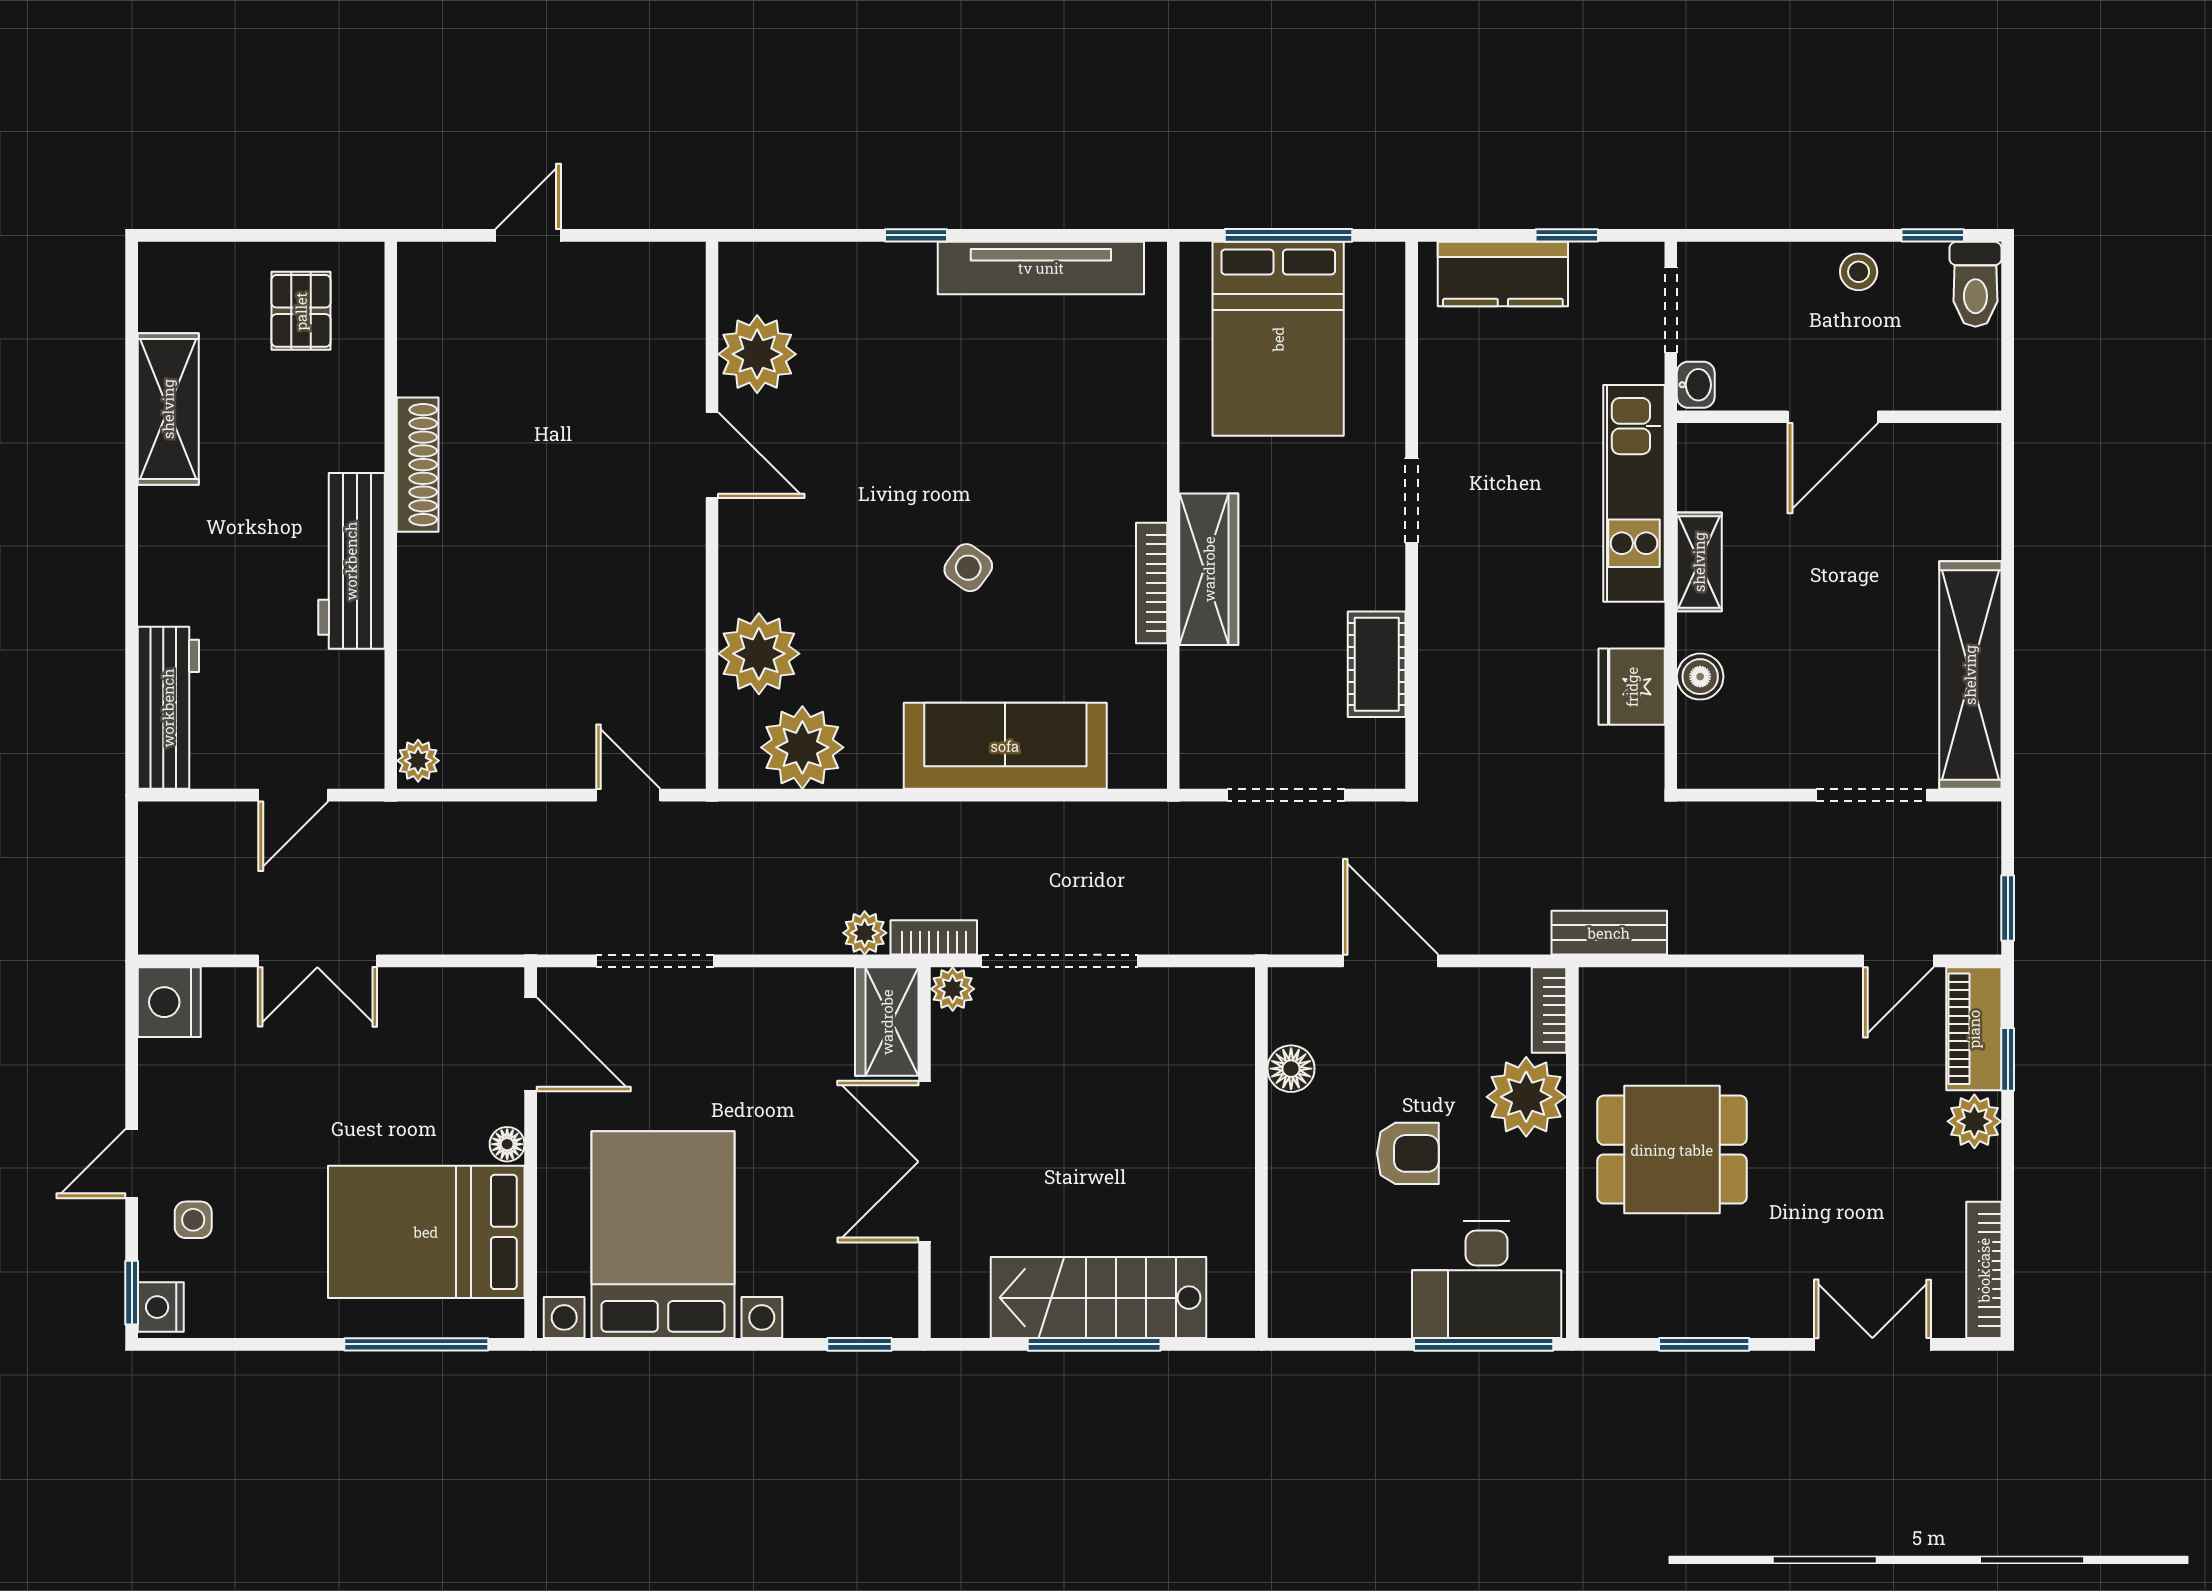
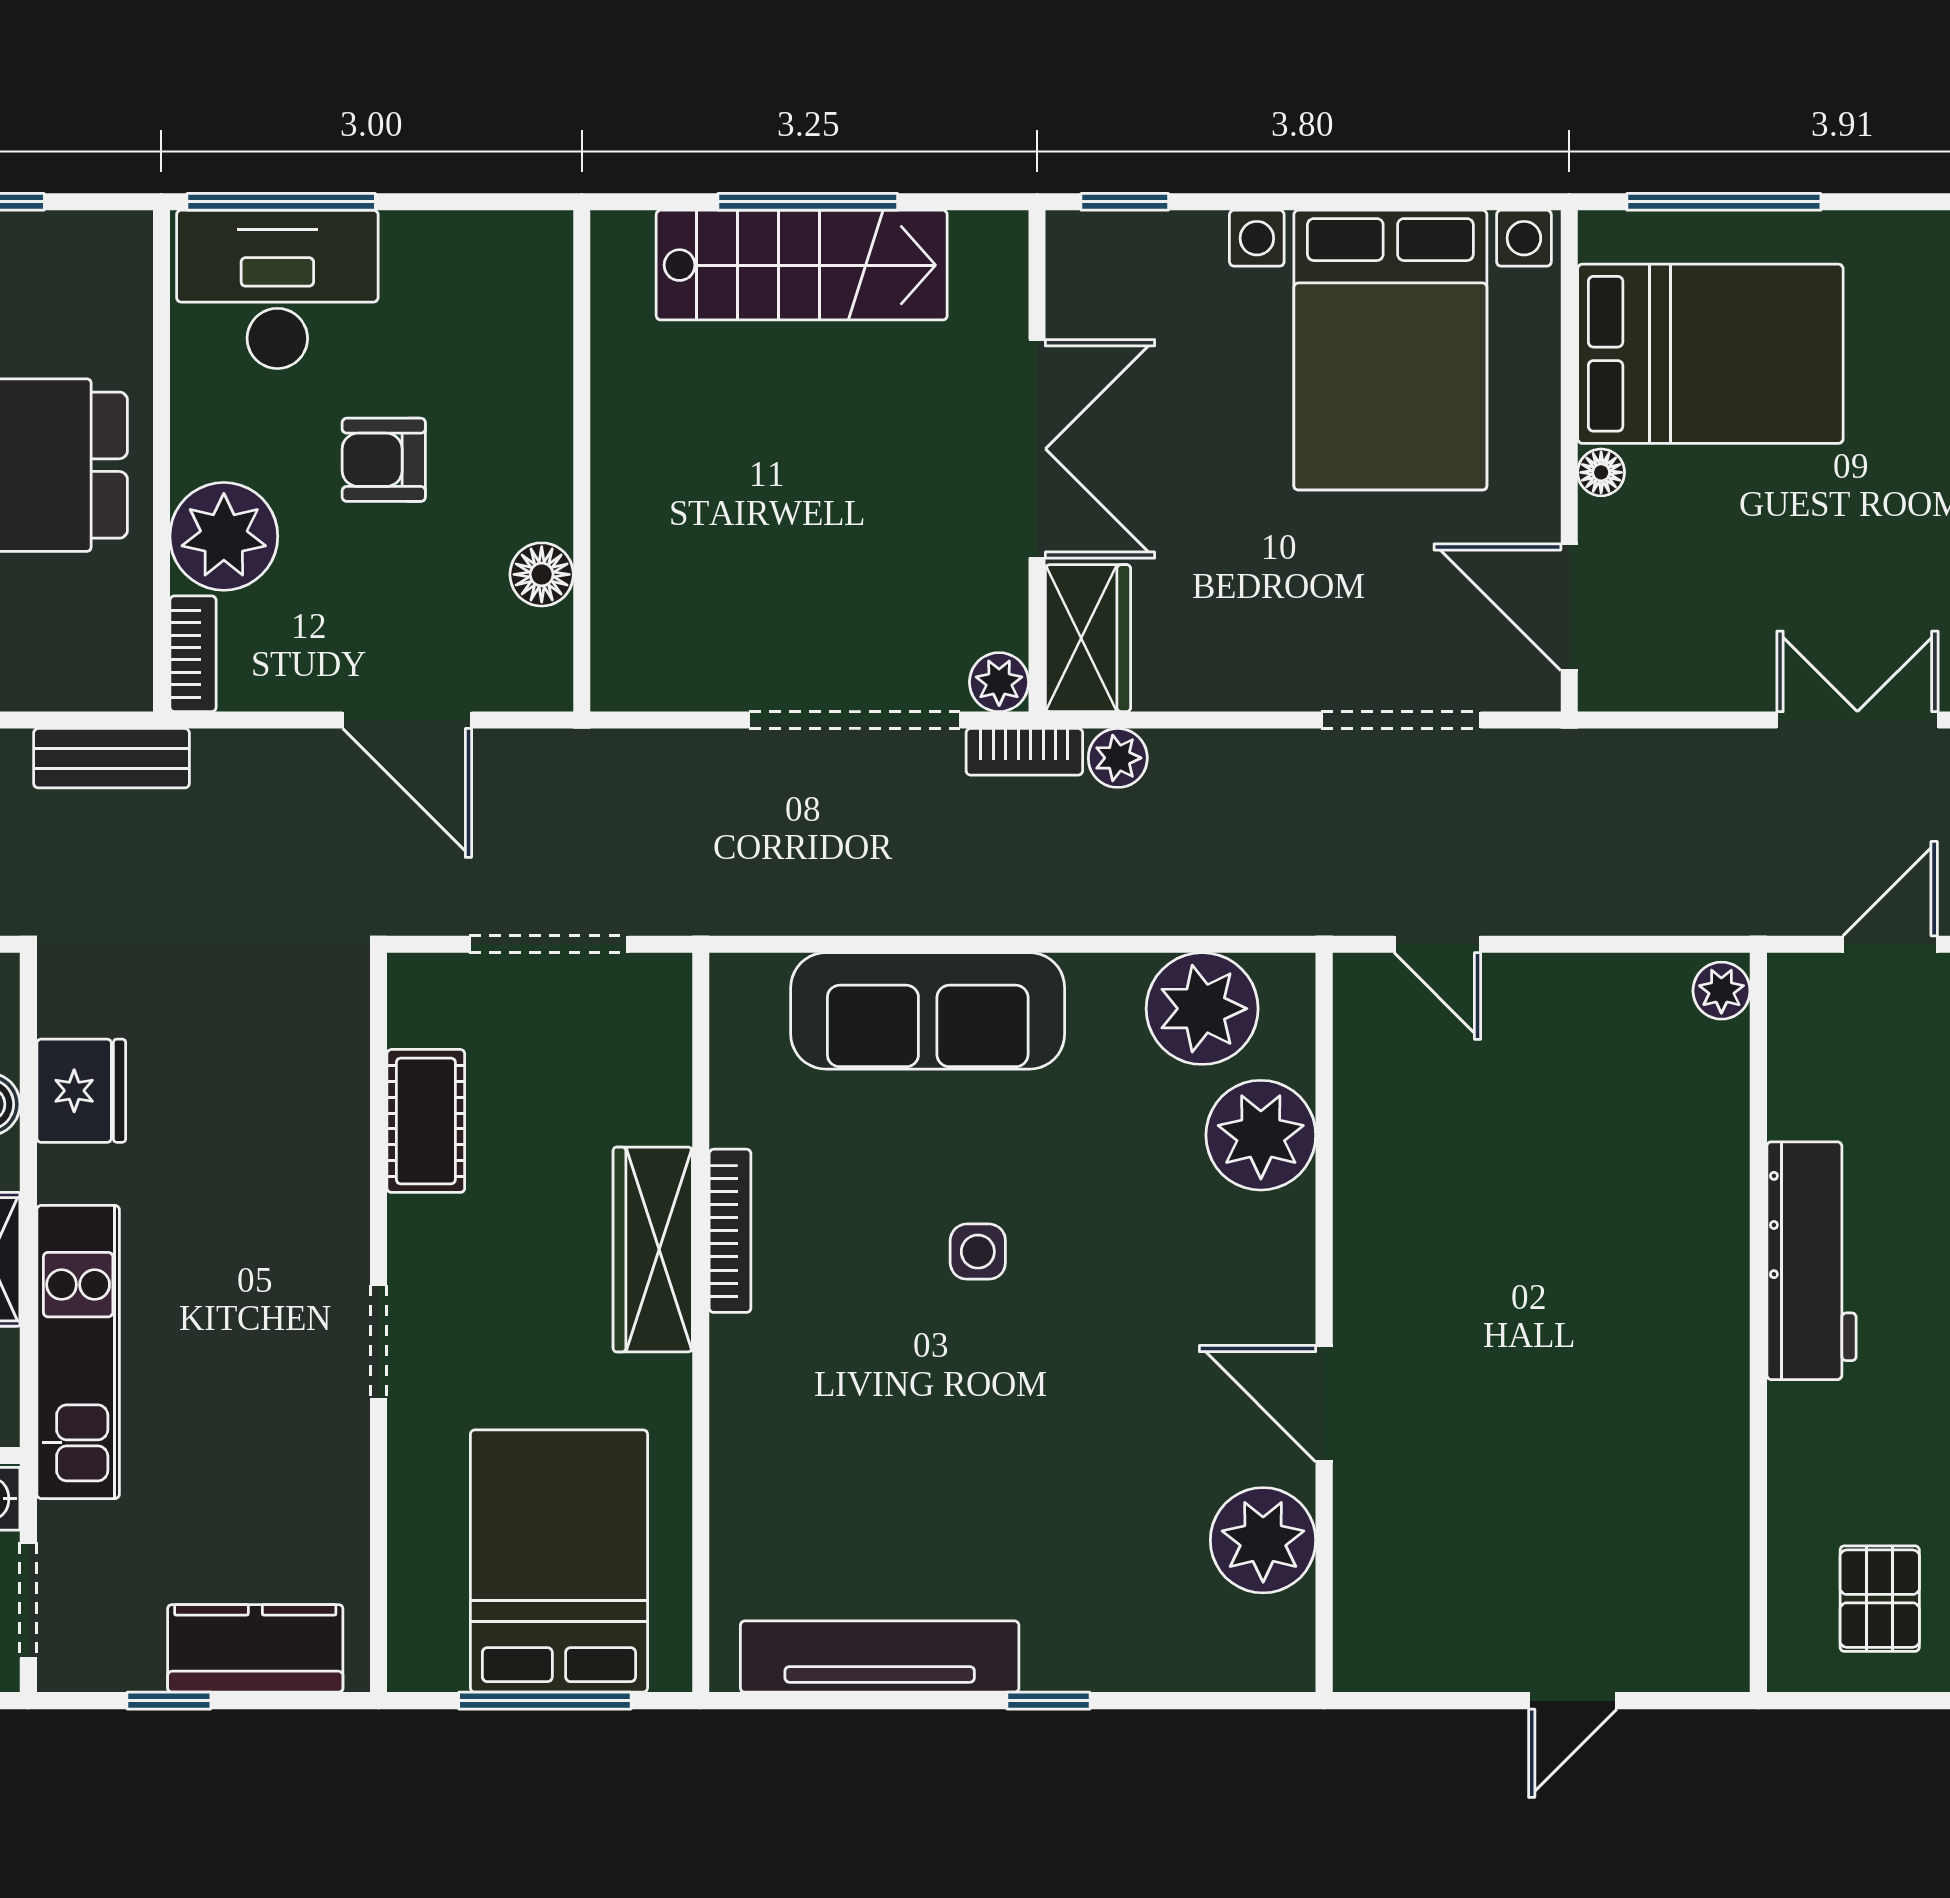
shoe rack: (418, 465) -> (1722, 1391), removed
side table: (968, 568) -> (978, 1252), turned -36

